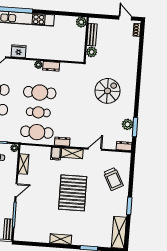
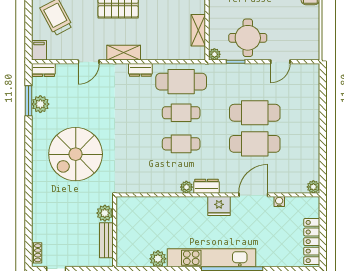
plant: (81, 22) -> (158, 259), moved
dresser: (51, 66) -> (207, 186), moved
spiral stairs: (108, 91) -> (76, 154), width x1.37, depth x1.37
cafe table: (40, 93) -> (181, 144), width x0.73, depth x0.74
filing cabinet: (56, 154) -> (39, 50), moved

